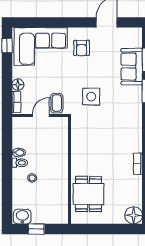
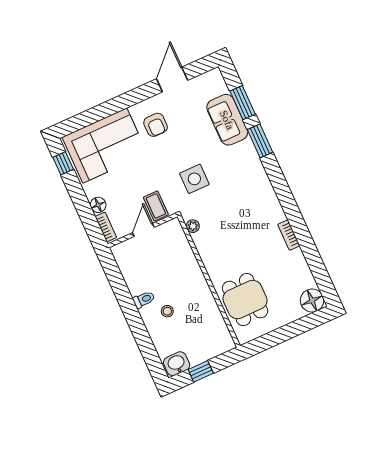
plant: (76, 128) -> (193, 226), added
bidet: (19, 153) -> (137, 288), removed

